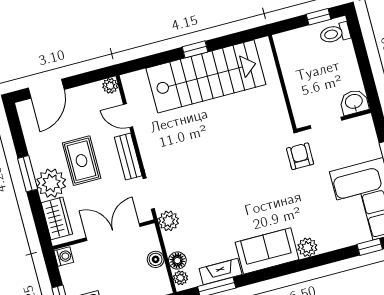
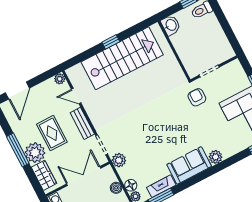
washbasin: (354, 102) -> (171, 25), moved, turned 90
window: (28, 174) -> (18, 150), width x1.44

